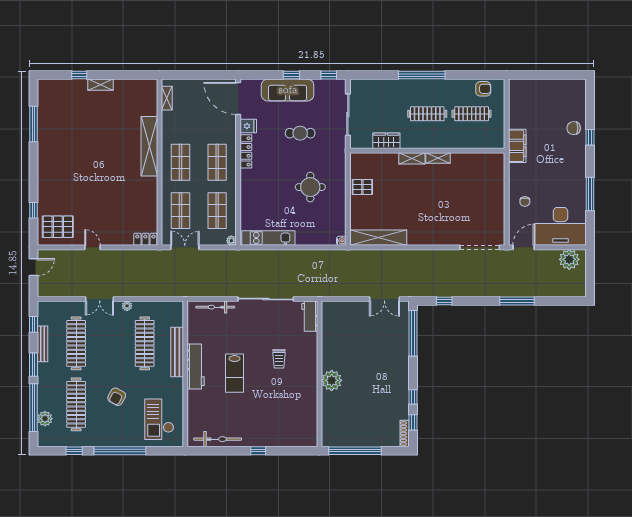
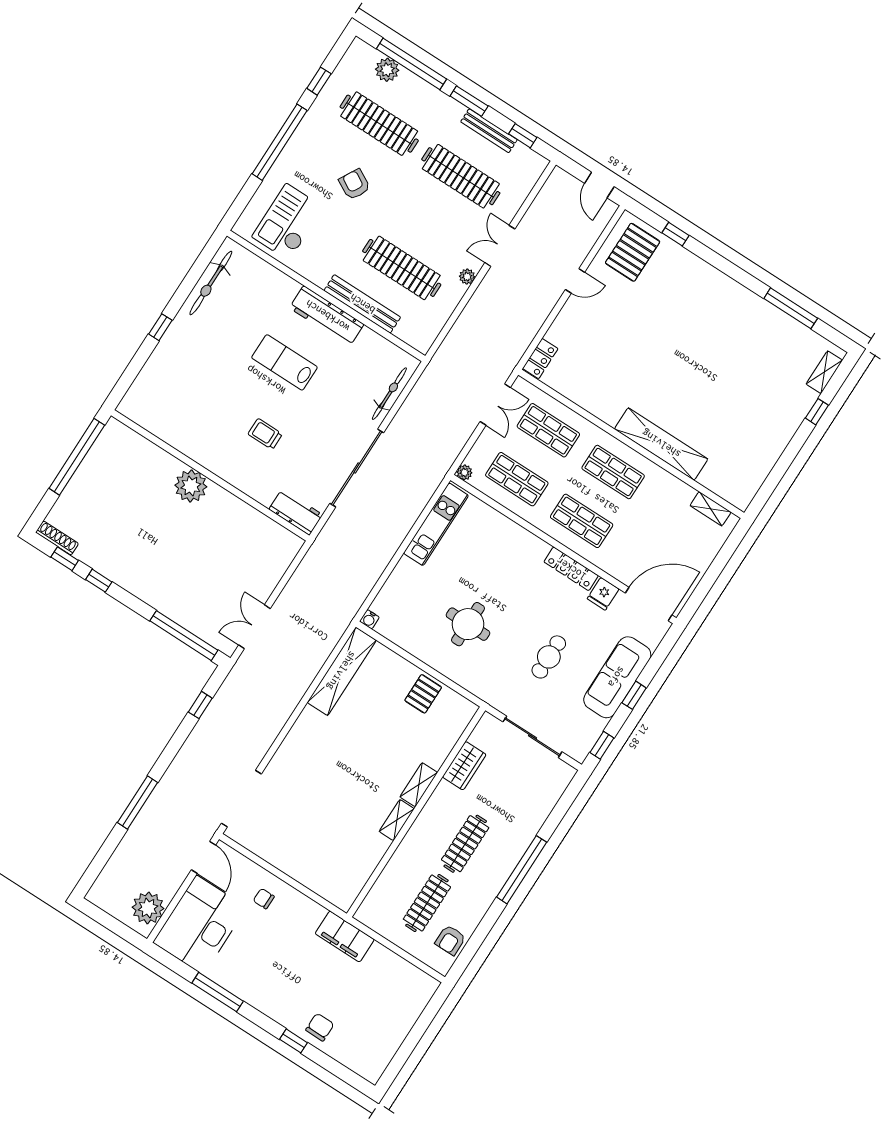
shelving: (101, 85) -> (824, 372), moved
checkout: (159, 419) -> (288, 222), turned -90

